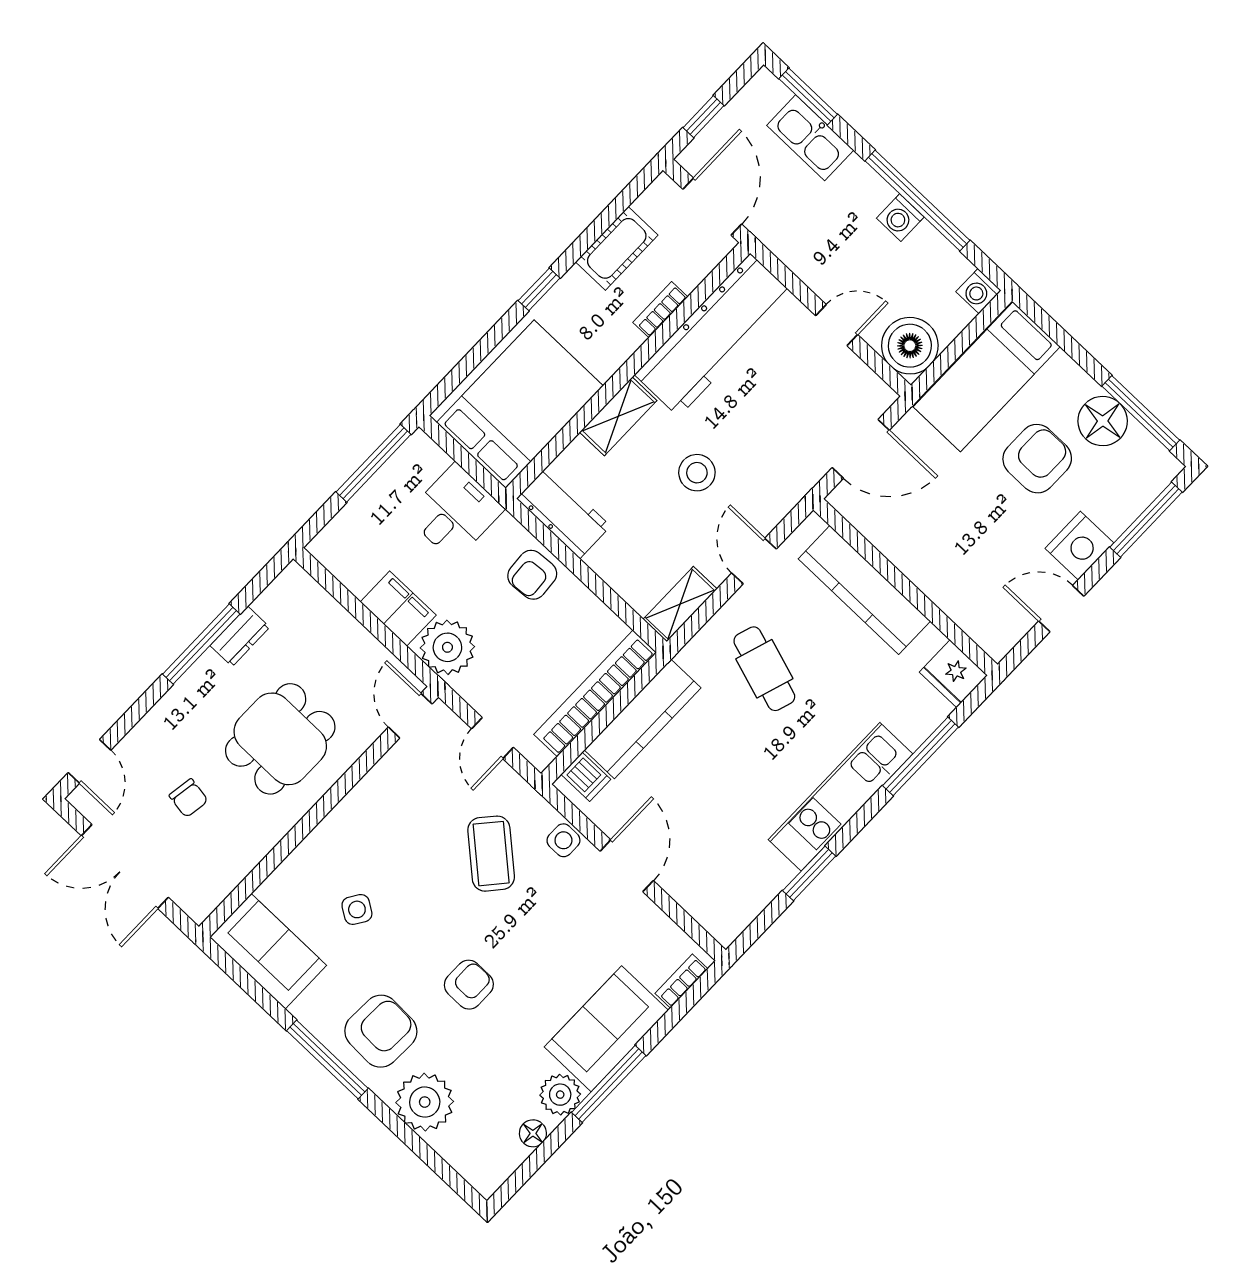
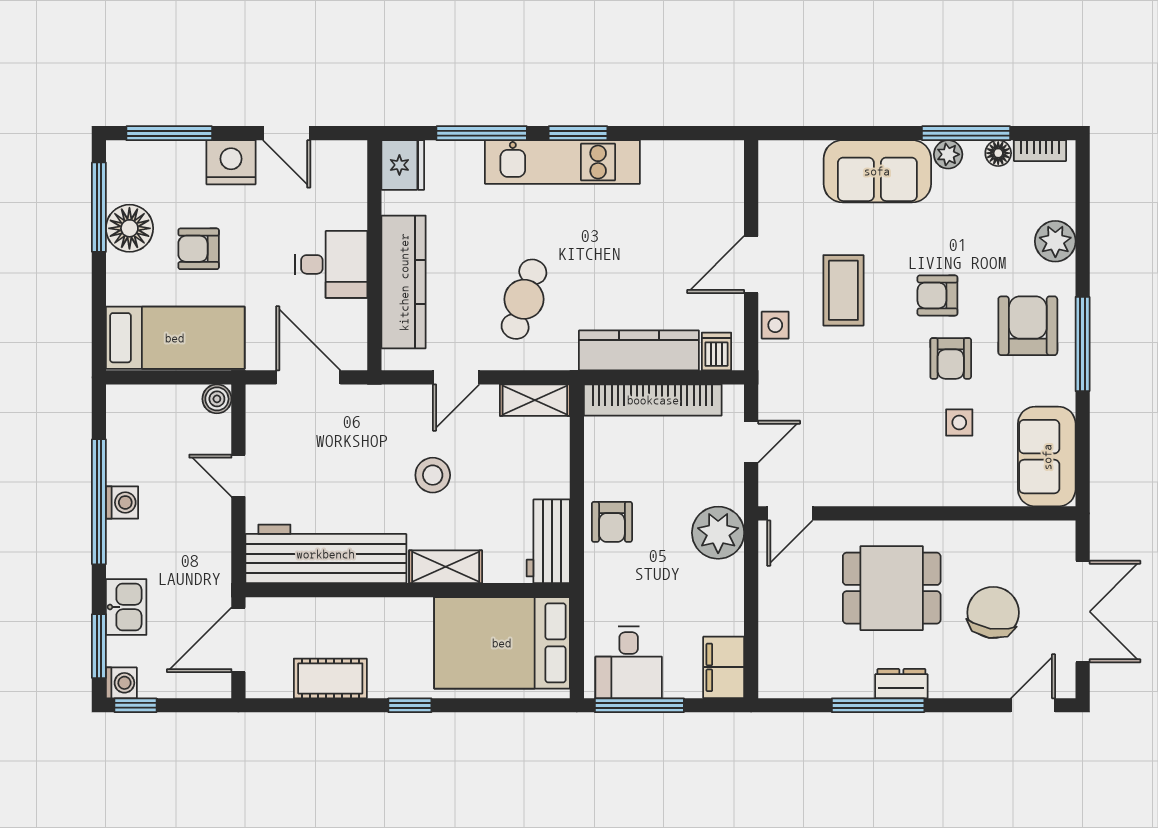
window: (703, 117) -> (136, 705), moved
kitchen sink: (810, 138) -> (126, 607), width x0.73
washing machine: (979, 291) -> (121, 683), moved
bookcase: (660, 310) -> (344, 608), removed
boiler: (910, 346) -> (217, 399), width x0.54, depth x0.54
armchair: (1037, 459) -> (199, 249), width x0.72, depth x0.72
desk: (455, 512) -> (629, 662), moved, turned -90
desk: (930, 548) -> (331, 264), added
armchair: (532, 575) -> (612, 522), turned 94
filing cabinet: (398, 609) -> (724, 667), moved
dresser: (240, 636) -> (901, 684), moved
chair: (189, 798) -> (993, 613), width x1.87, depth x1.87
coffee table: (491, 854) -> (843, 290), moved, turned -41
window: (809, 873) -> (578, 133), moved
side table: (357, 909) -> (959, 423), turned -33
armchair: (412, 949) -> (951, 358), added
bookcase: (682, 981) -> (1040, 151), moved
armchair: (381, 1031) -> (1028, 326), turned 88
window: (609, 1084) -> (966, 133), moved
plant: (560, 1095) -> (948, 154), width x0.73, depth x0.73
plant: (425, 1102) -> (1055, 241), width x0.73, depth x0.73

